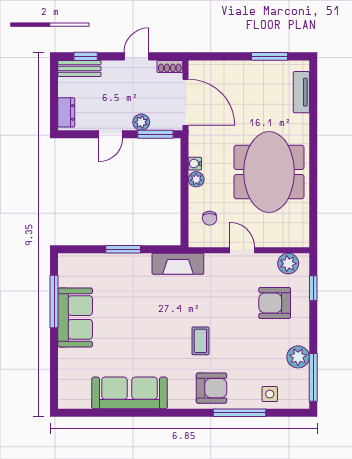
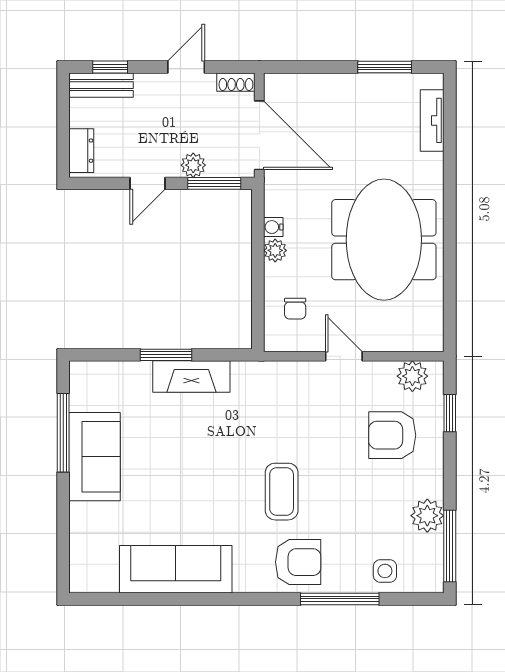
fireplace: (178, 264) -> (191, 376), moved
coffee table: (200, 341) -> (282, 492), width x1.36, depth x1.30

